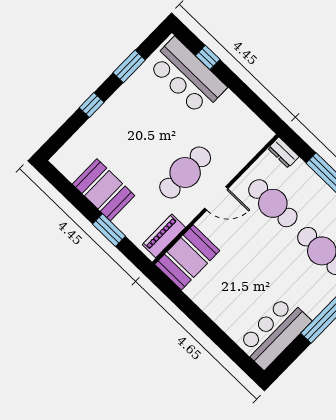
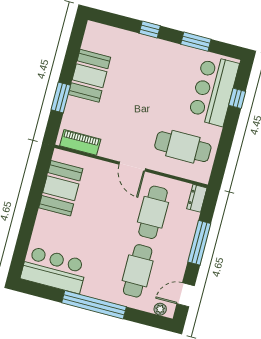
cafe table: (185, 172) -> (183, 147), moved
booth: (187, 257) -> (61, 188), moved, turned 90

